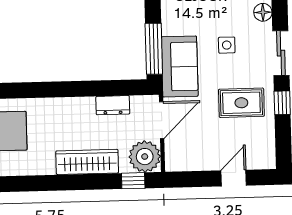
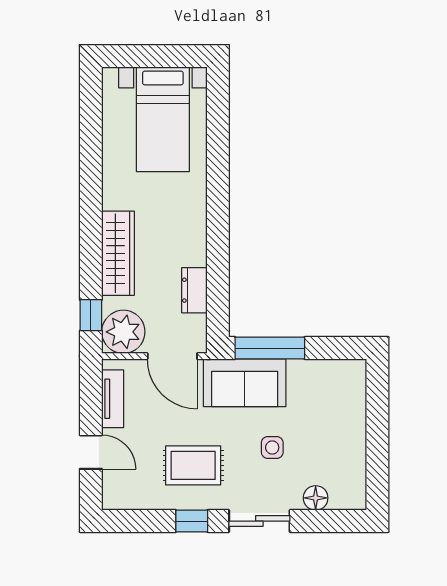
rug: (241, 103) -> (193, 465), turned 90
tv unit: (194, 163) -> (113, 399), added

